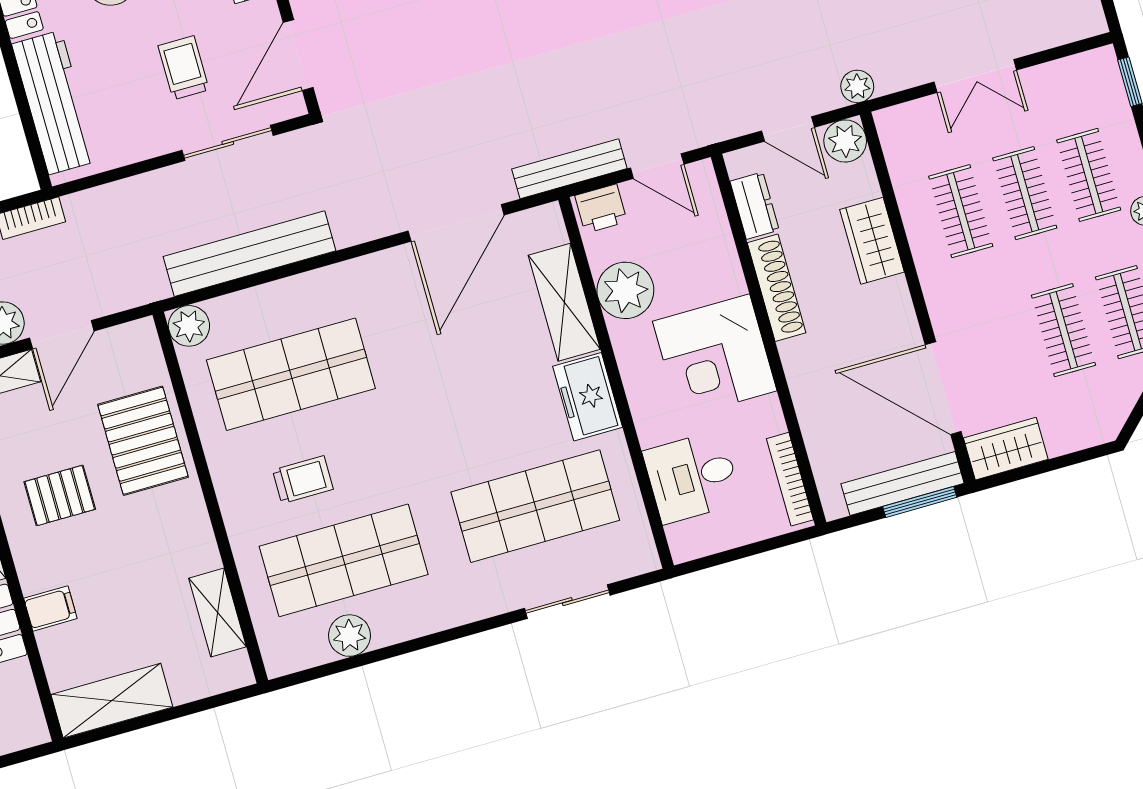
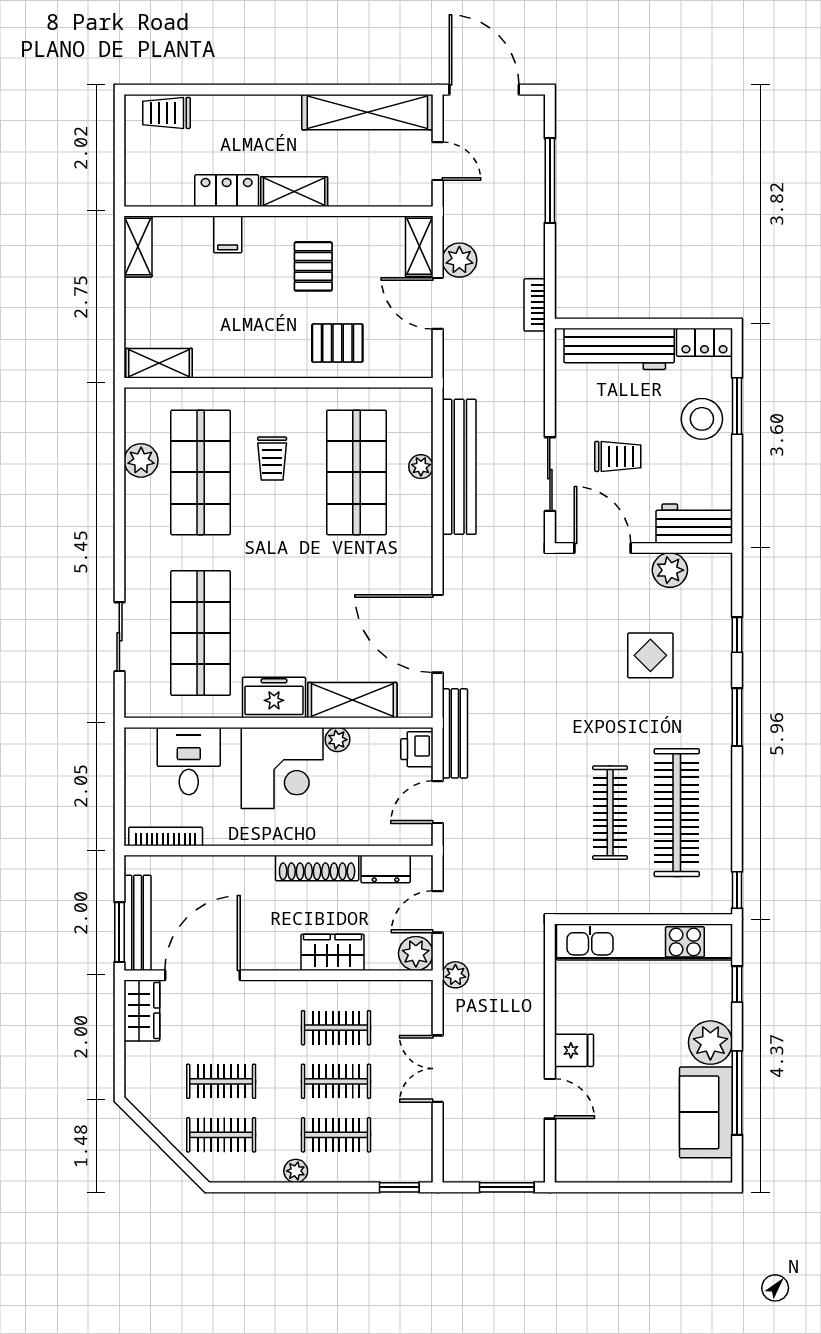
plant: (625, 290) -> (337, 740), width x0.53, depth x0.53
plant: (189, 326) -> (421, 467), moved, width x0.73, depth x0.73
corner desk: (715, 356) -> (282, 768), moved, turned 180
pallet: (143, 441) -> (337, 343), width x0.67, depth x0.71
shelving: (218, 612) -> (159, 363), moved
shelving: (112, 701) -> (138, 247), width x0.67, depth x0.75

